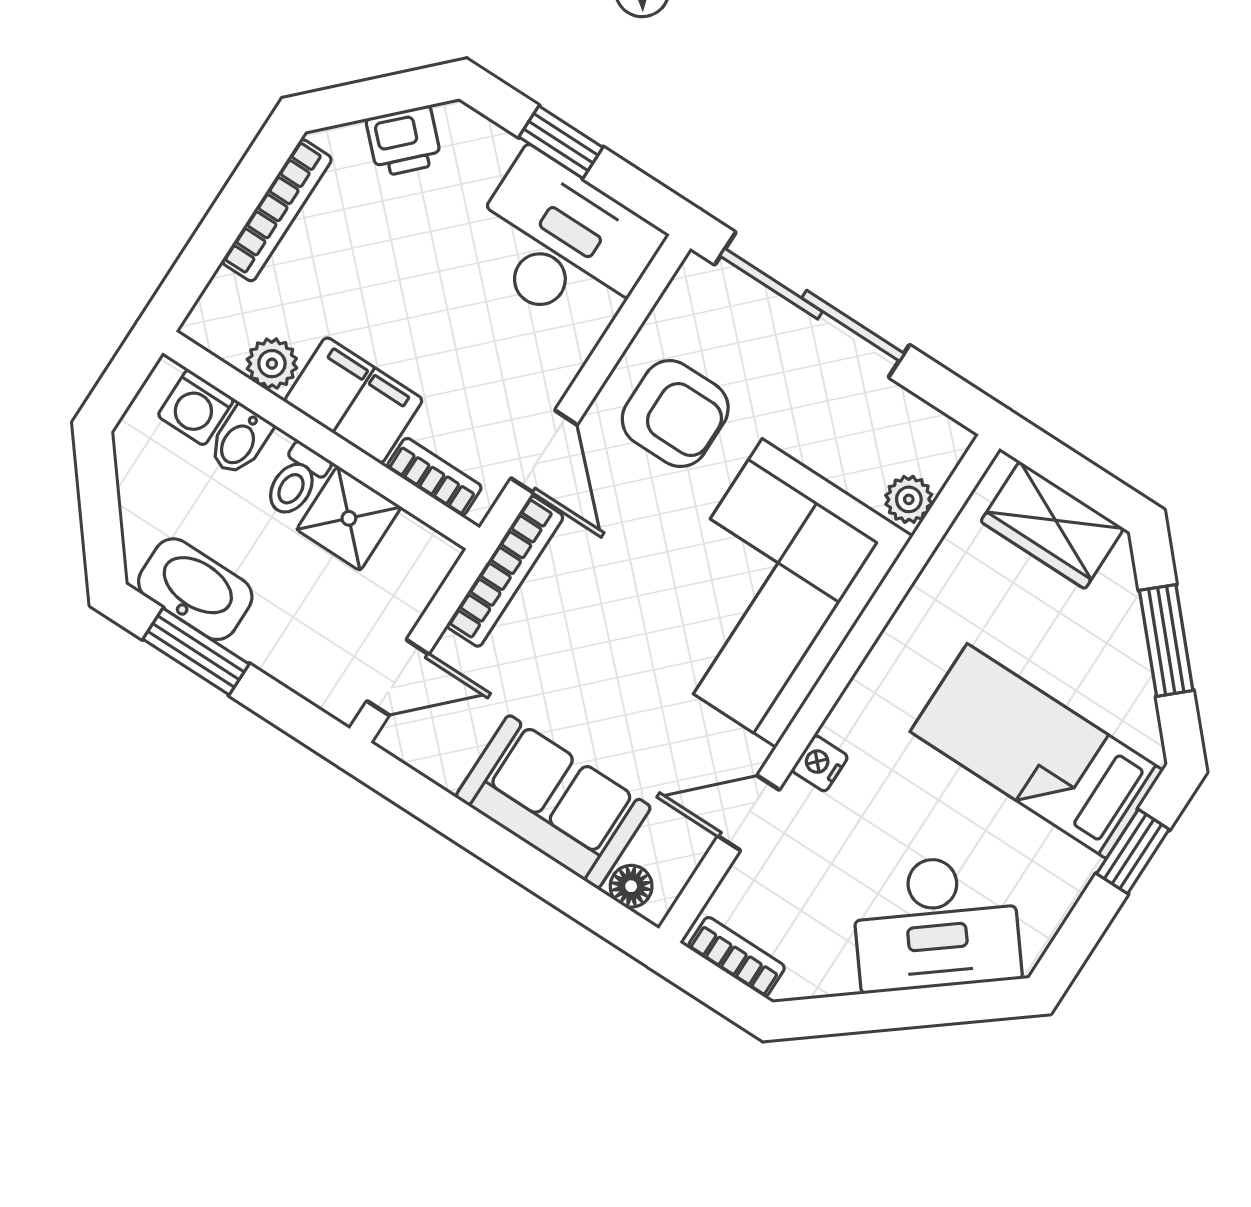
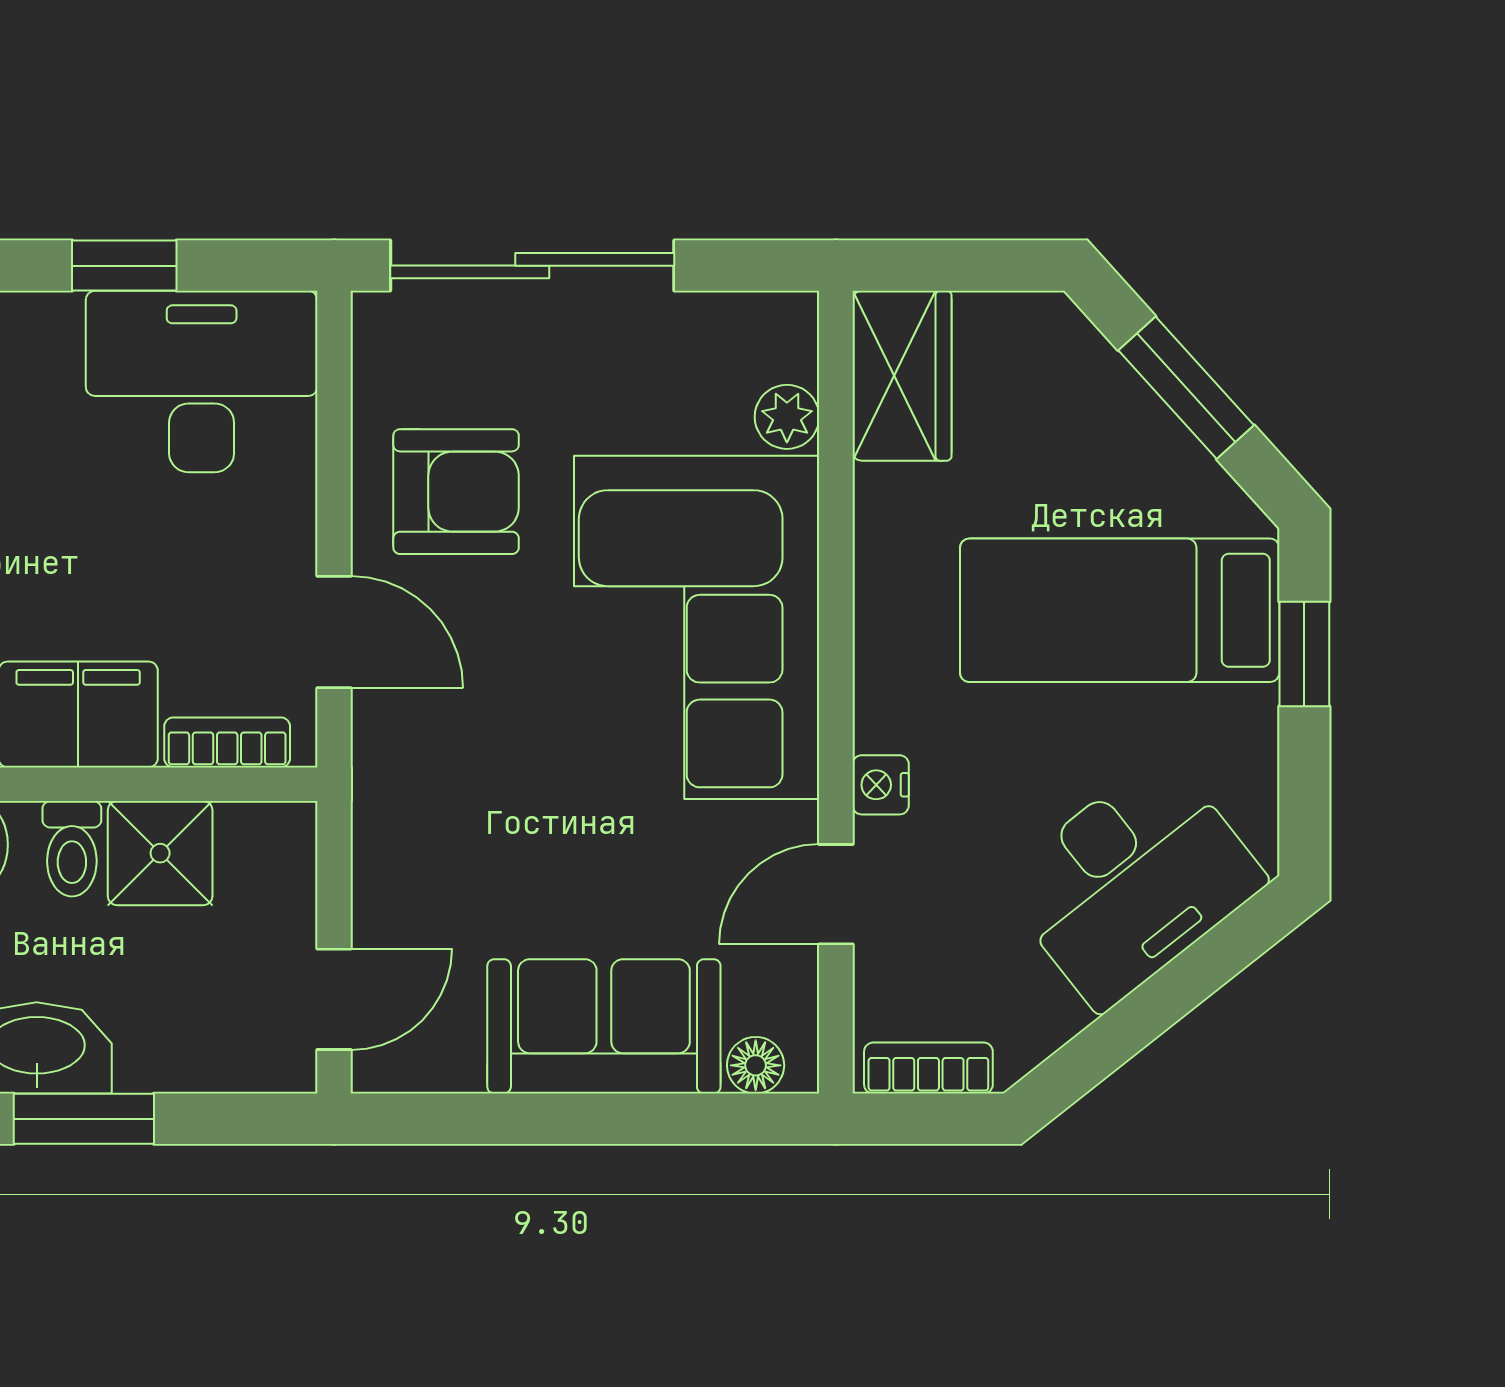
wardrobe: (1052, 525) -> (902, 376), moved, turned -90
bookcase: (505, 571) -> (378, 798), removed

